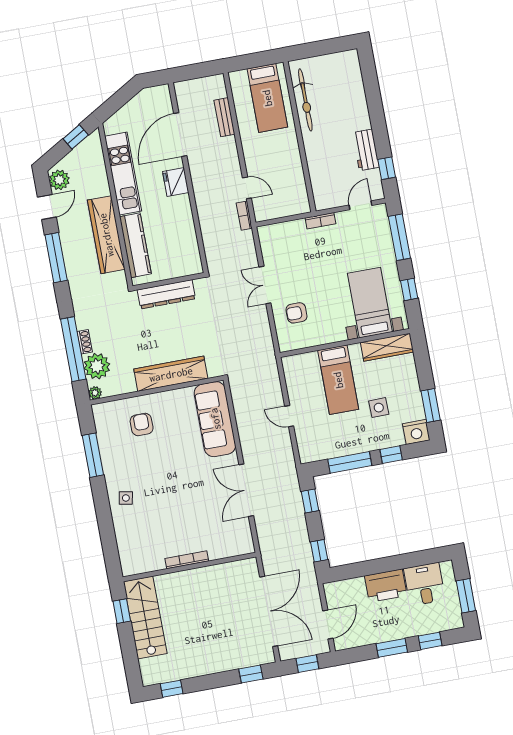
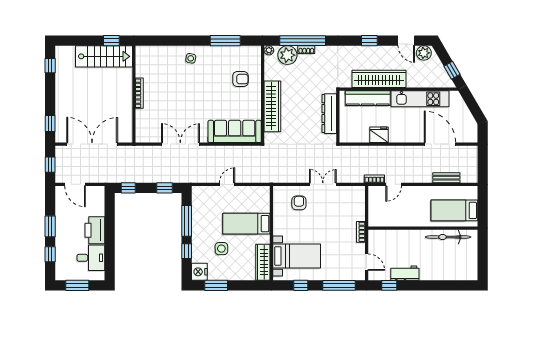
fridge: (176, 182) -> (379, 135), moved
window: (56, 258) -> (369, 41), width x0.46
double door: (269, 611) -> (92, 144), swing flipped

